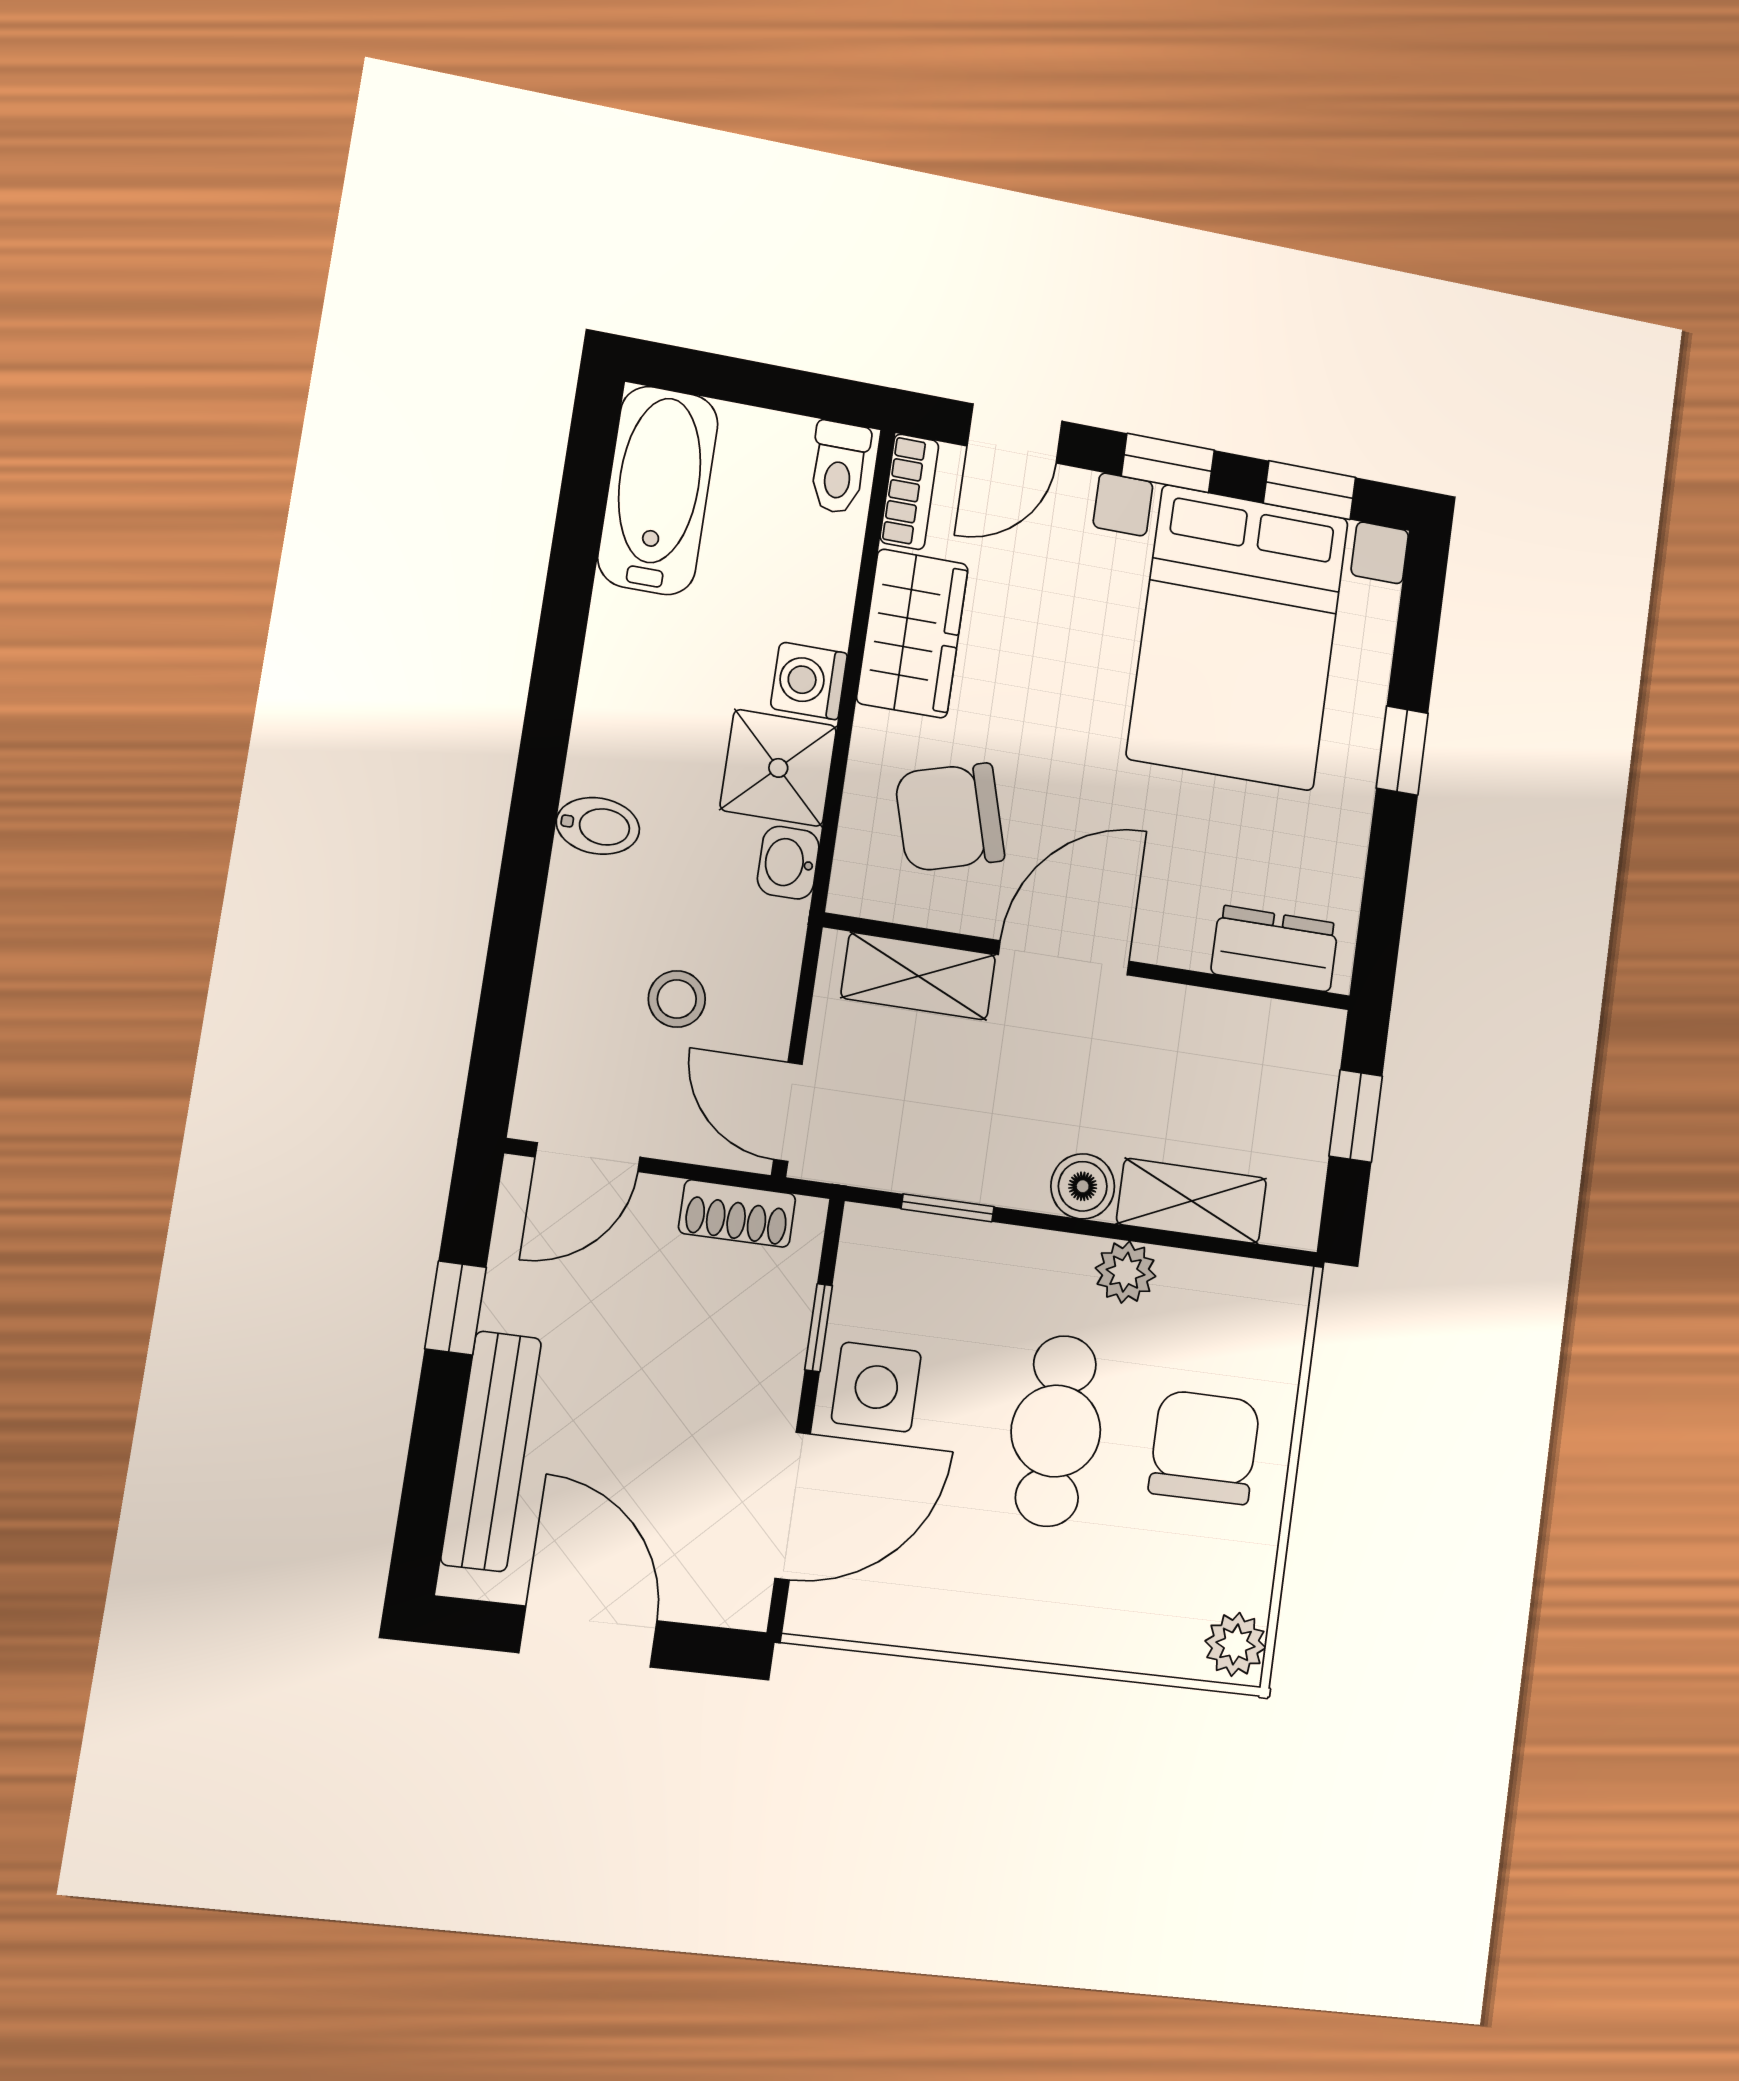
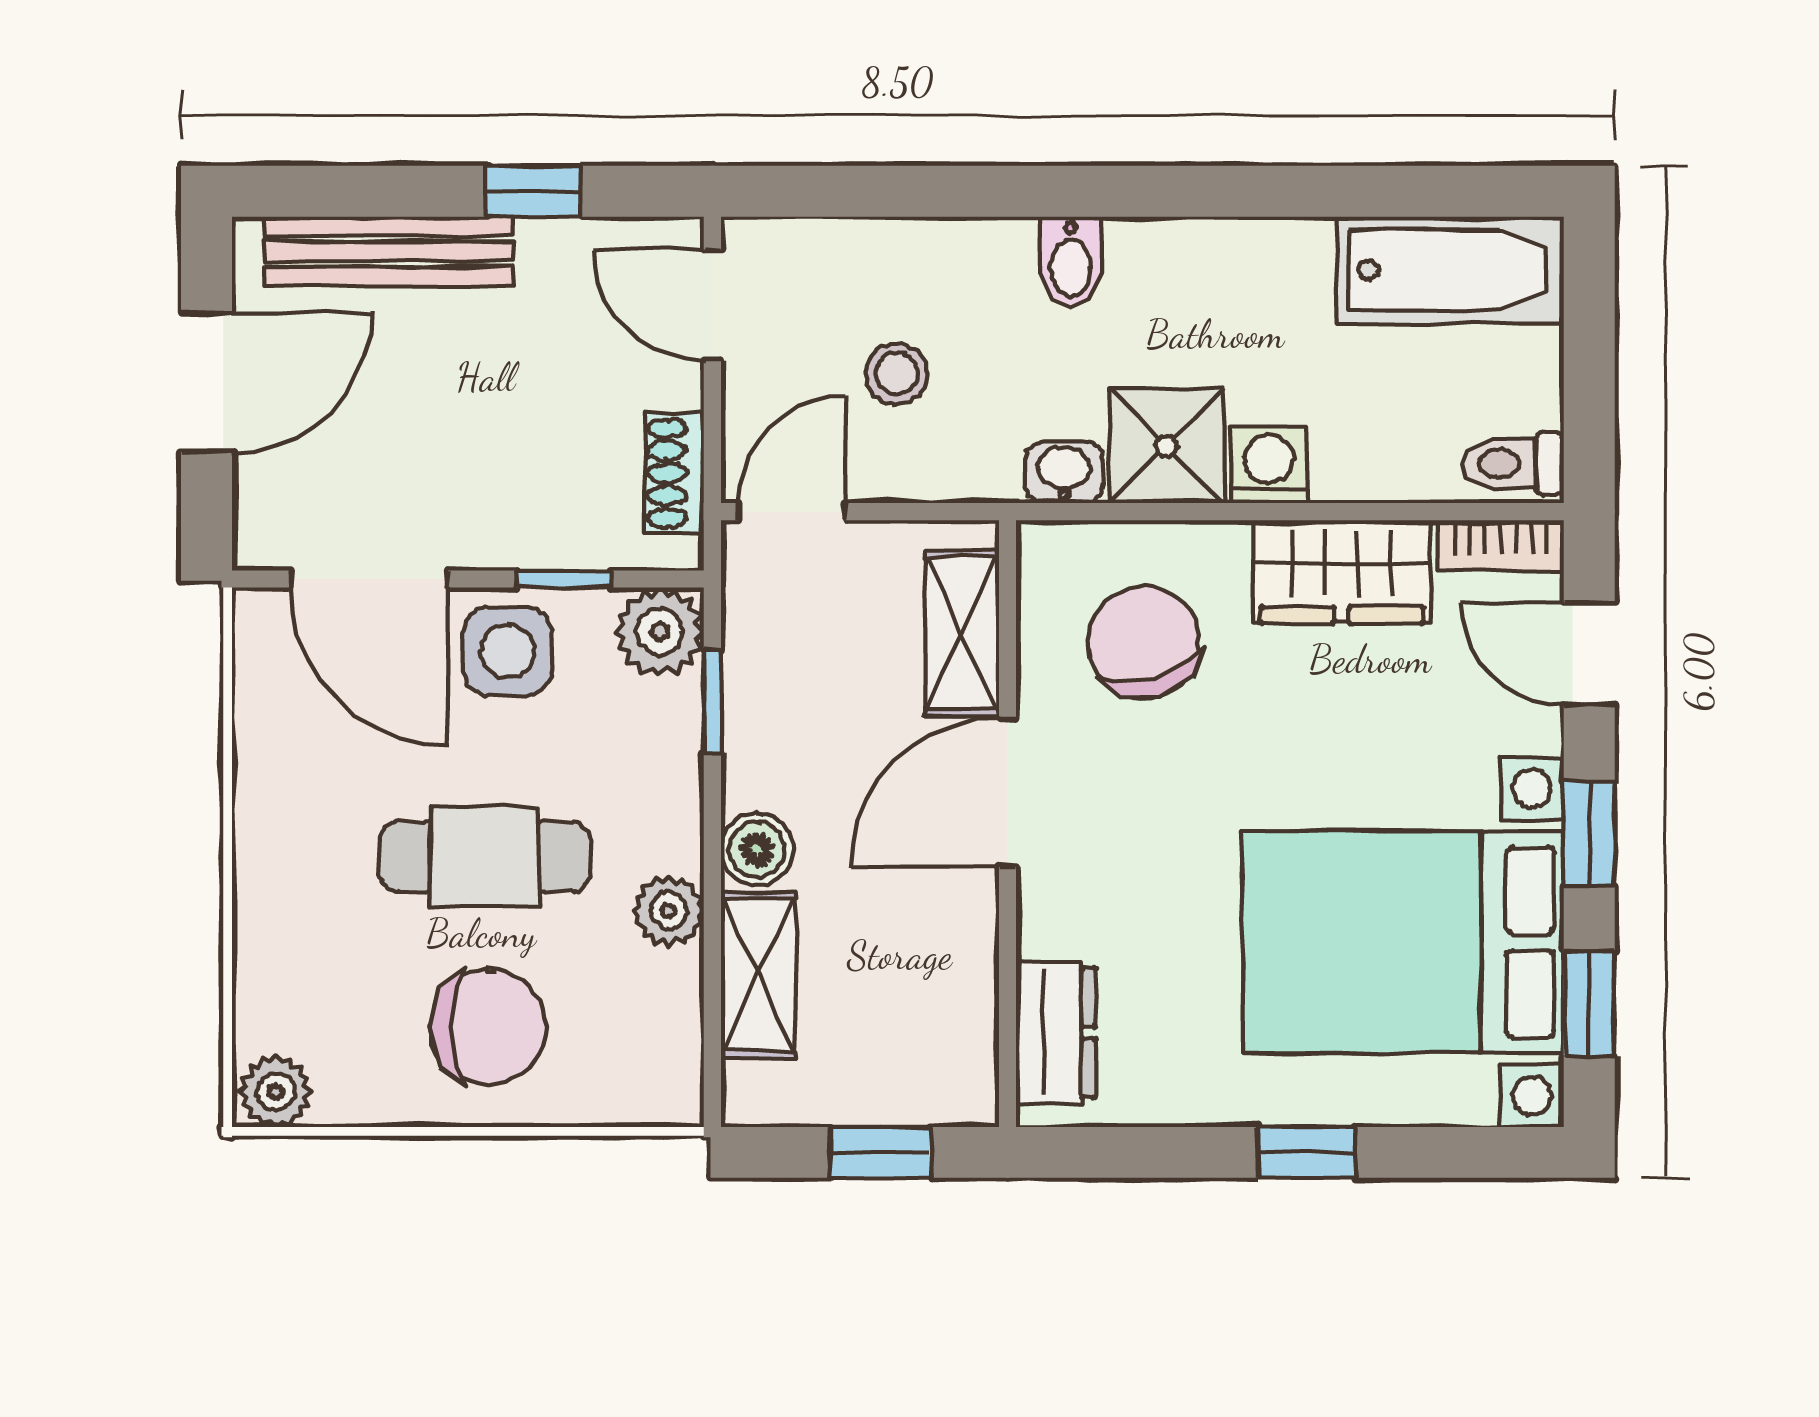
door: (1064, 958) -> (1007, 793), swing flipped
plant: (879, 1247) -> (660, 632), added

